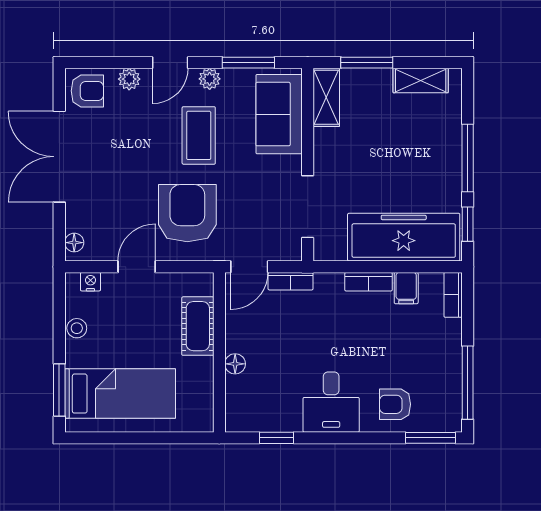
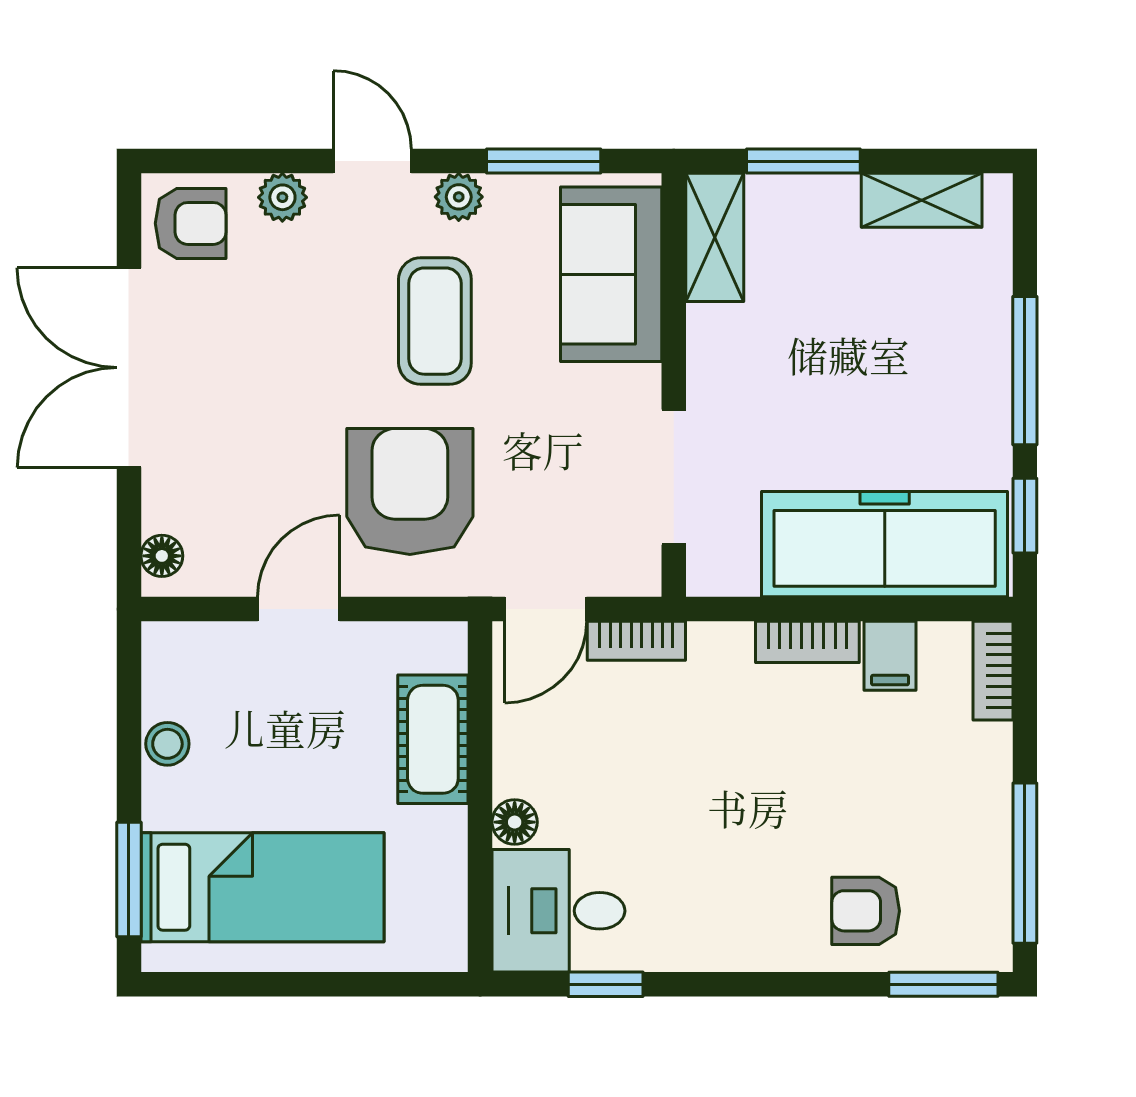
door: (170, 63) -> (372, 161), swing flipped
nightstand: (90, 282) -> (197, 642), removed
desk: (331, 402) -> (558, 911), moved, turned 90

